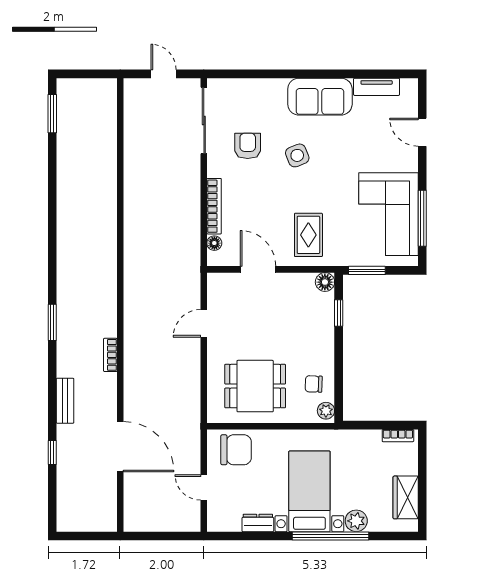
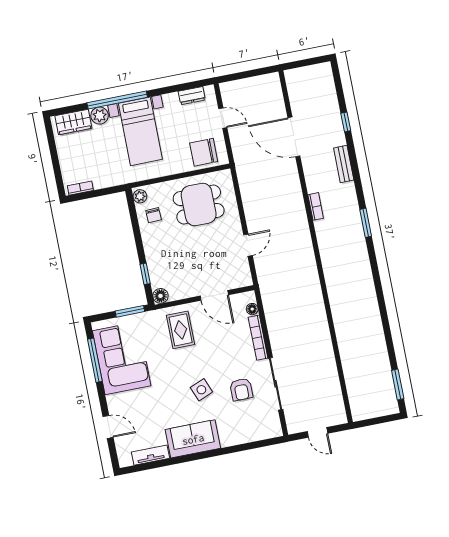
sliding door: (204, 120) -> (275, 384), moved
chair: (314, 384) -> (154, 215), turned 86
wardrobe: (406, 497) -> (73, 122), moved, turned 90
dresser: (258, 523) -> (192, 96), moved

